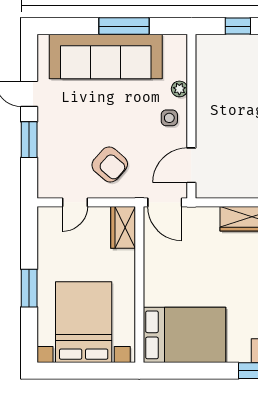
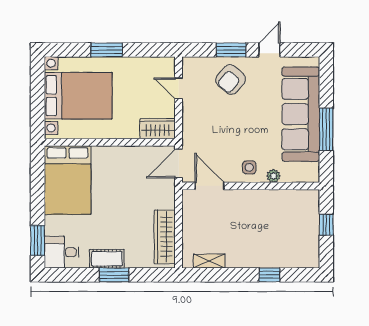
armchair: (110, 165) -> (231, 80), moved

